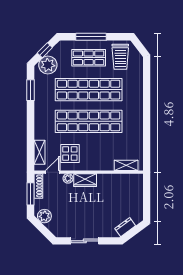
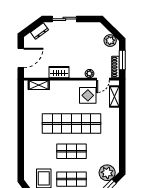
window: (31, 90) -> (122, 151), removed
shop shelf: (89, 90) -> (71, 151), width x0.50, depth x0.74
wardrobe: (85, 180) -> (59, 72), moved
door: (147, 196) -> (21, 58), added
sliding door: (85, 241) -> (64, 19), moved

